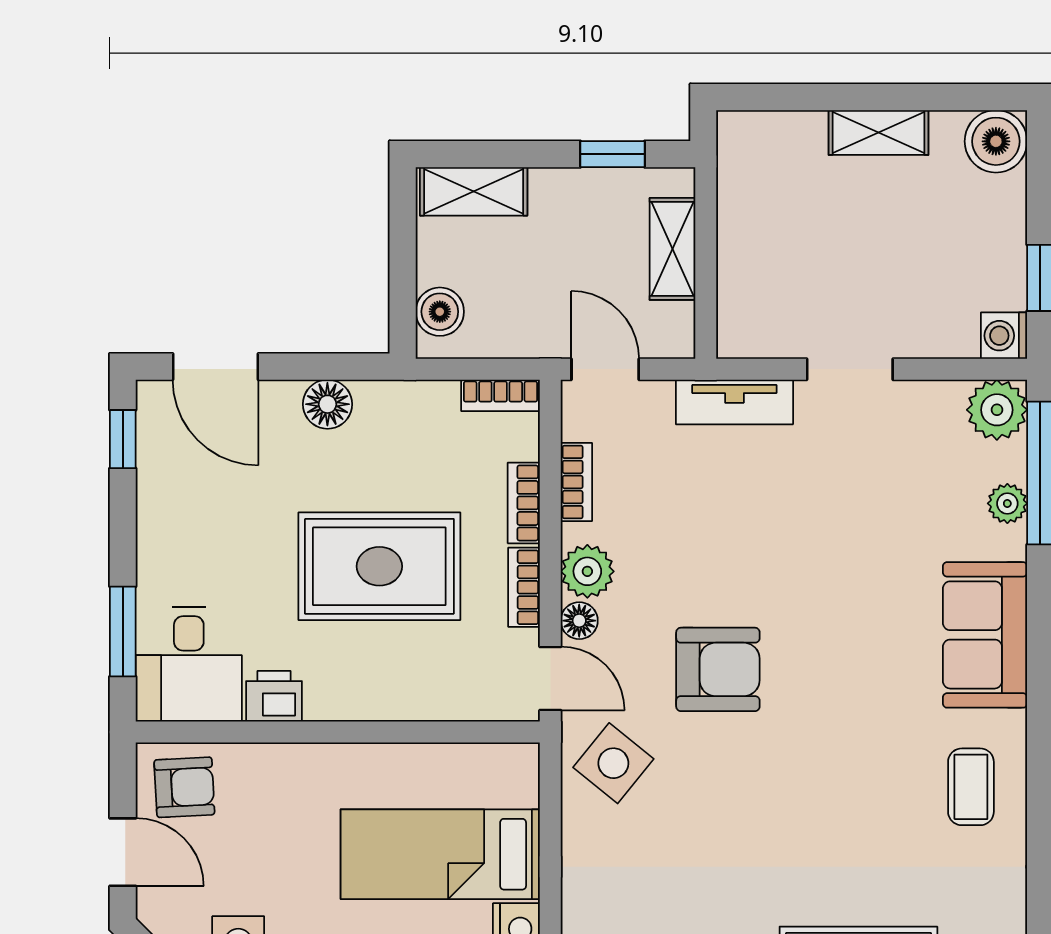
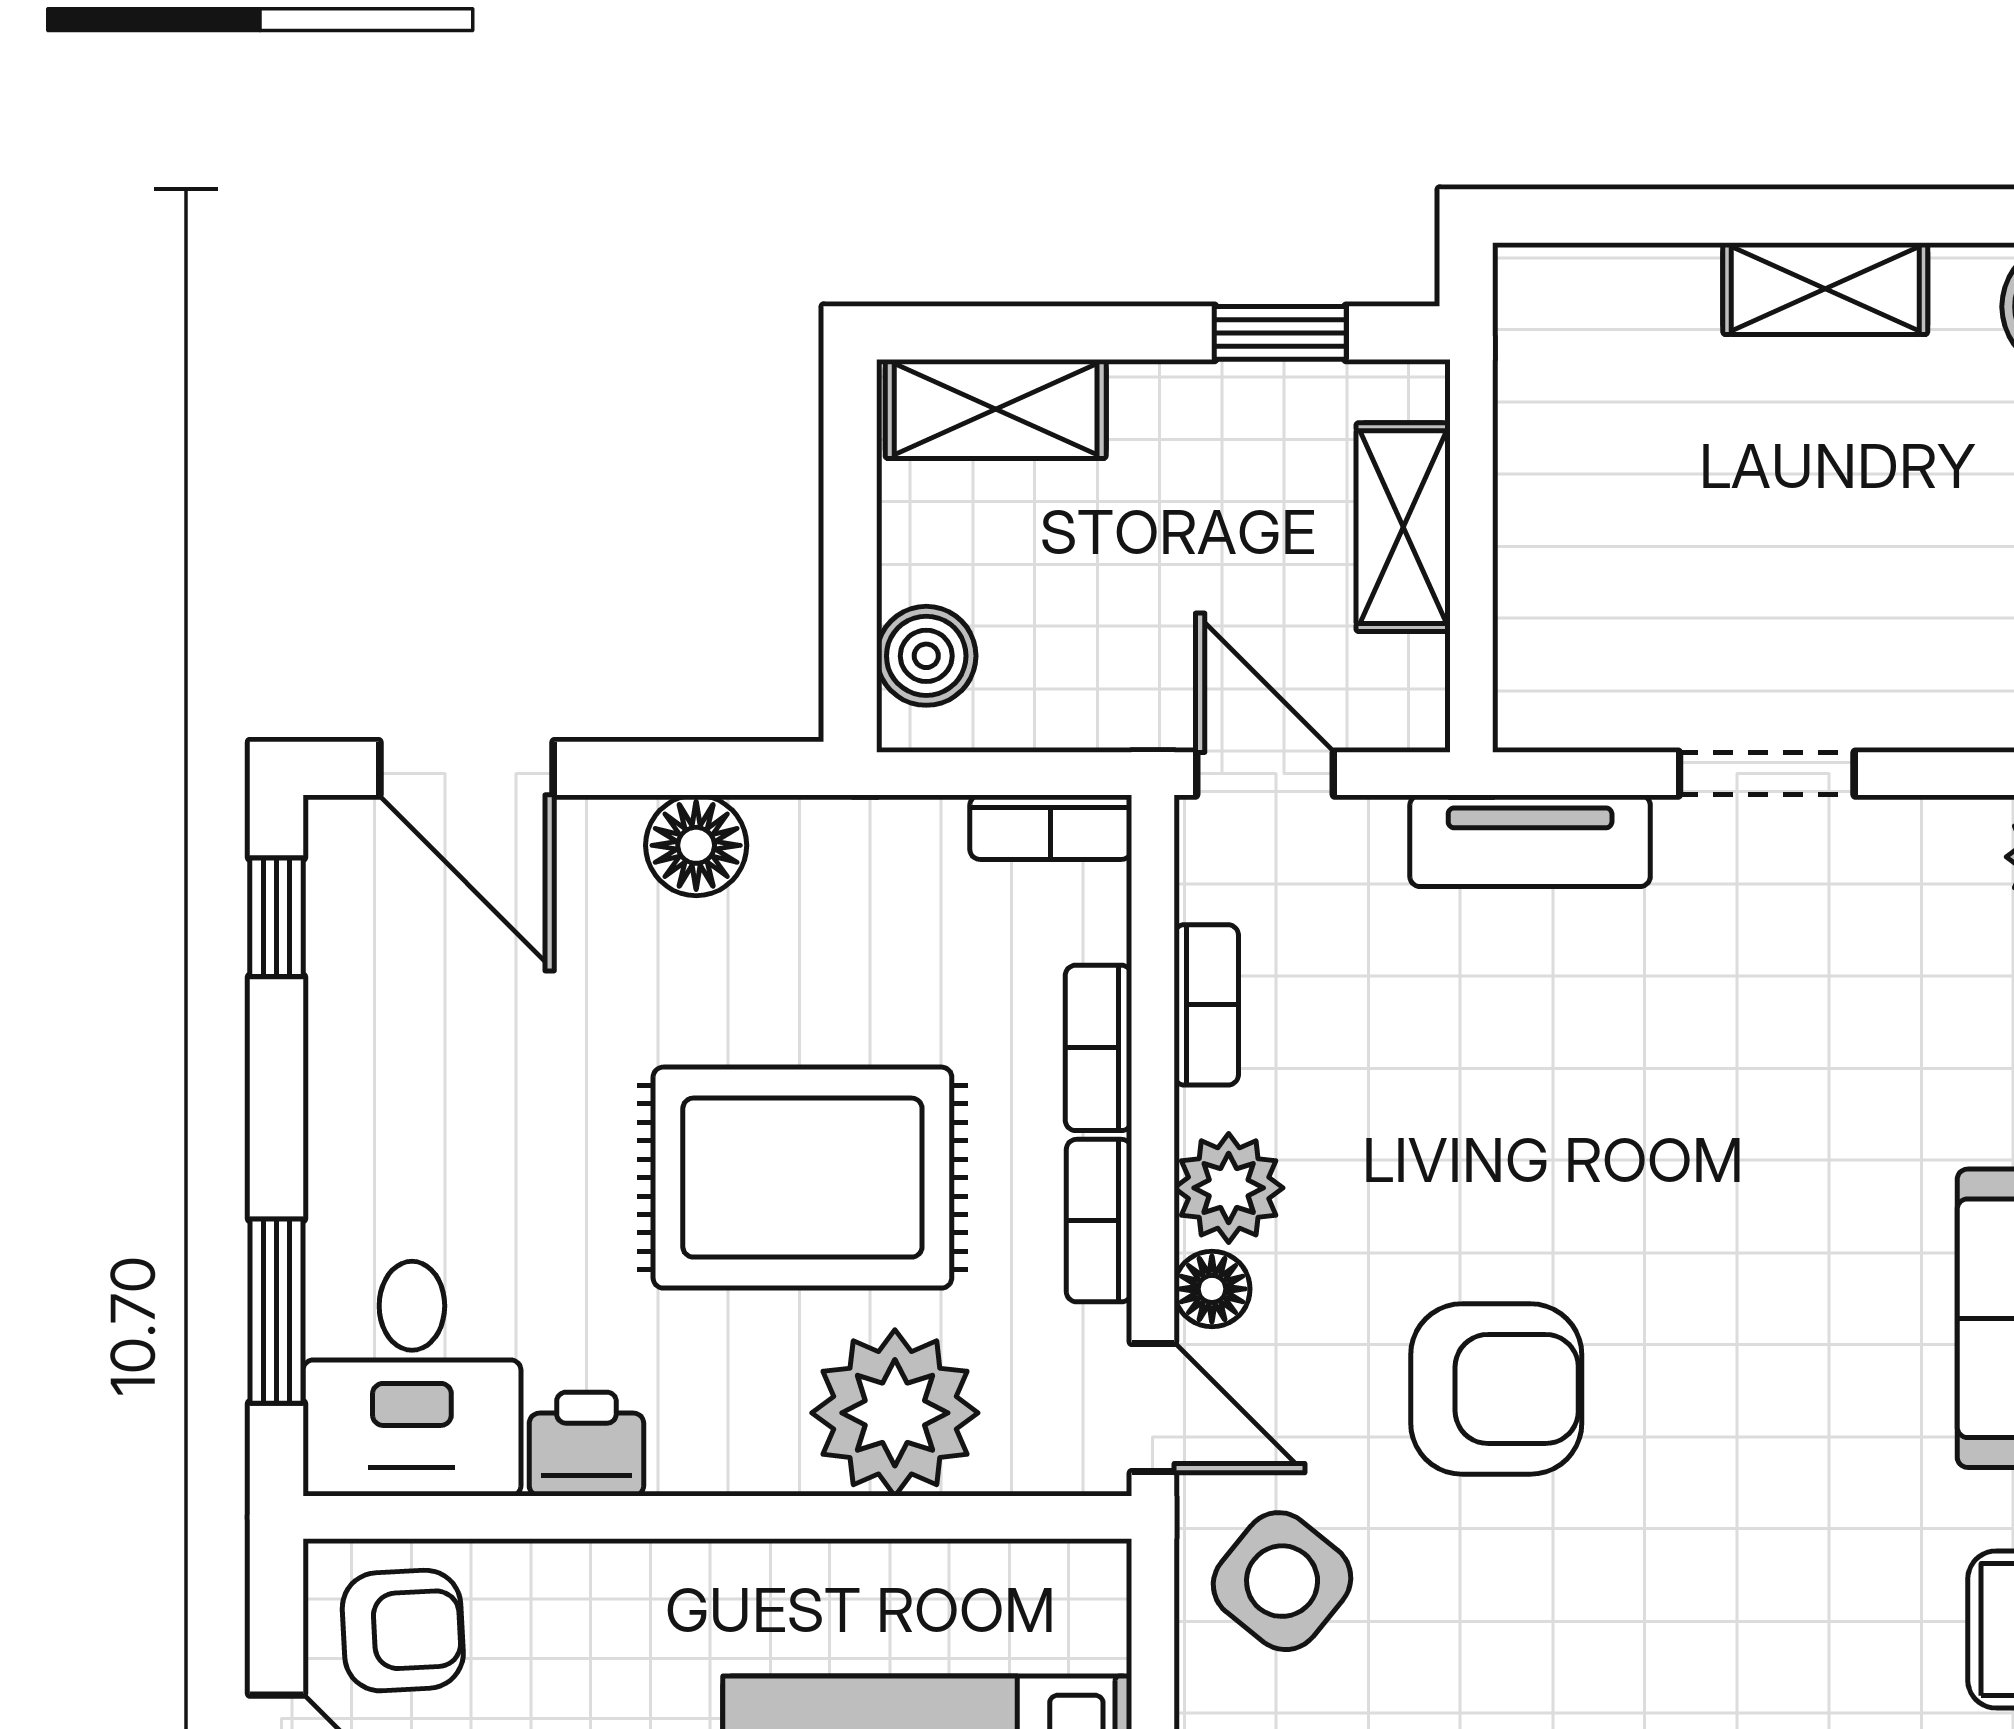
plant: (425, 681) -> (895, 1413), added

